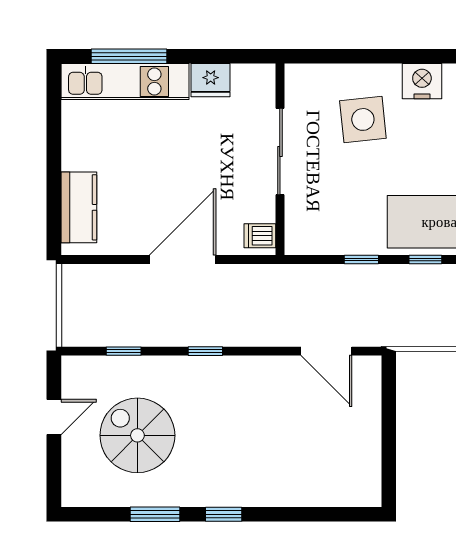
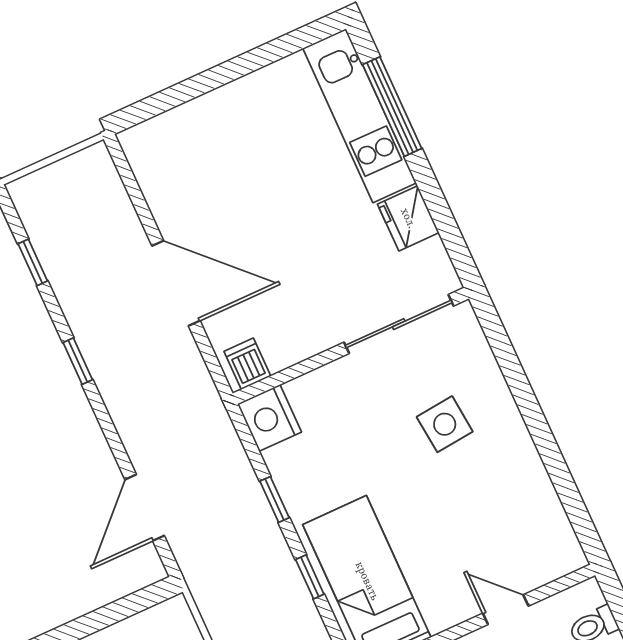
nightstand: (422, 81) -> (269, 418), moved, turned 180
side table: (363, 119) -> (445, 424), width x0.73, depth x0.73
sliding door: (280, 152) -> (399, 324), moved
kitchen counter: (79, 207) -> (182, 129), removed

